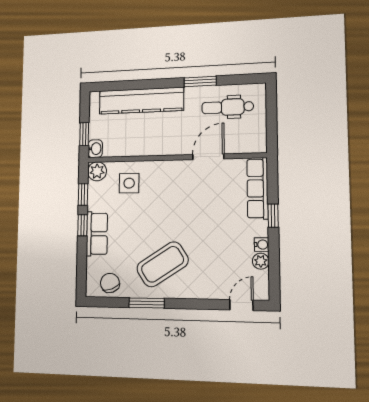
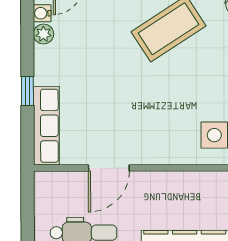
water cooler: (262, 245) -> (42, 13), moved

